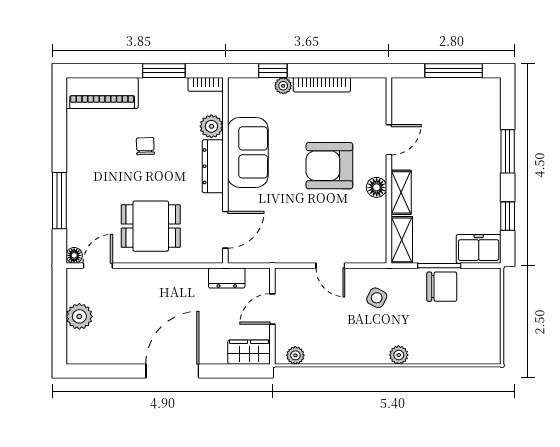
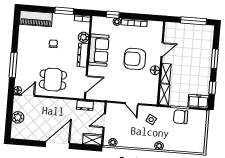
chair: (442, 287) -> (181, 117), turned 180

